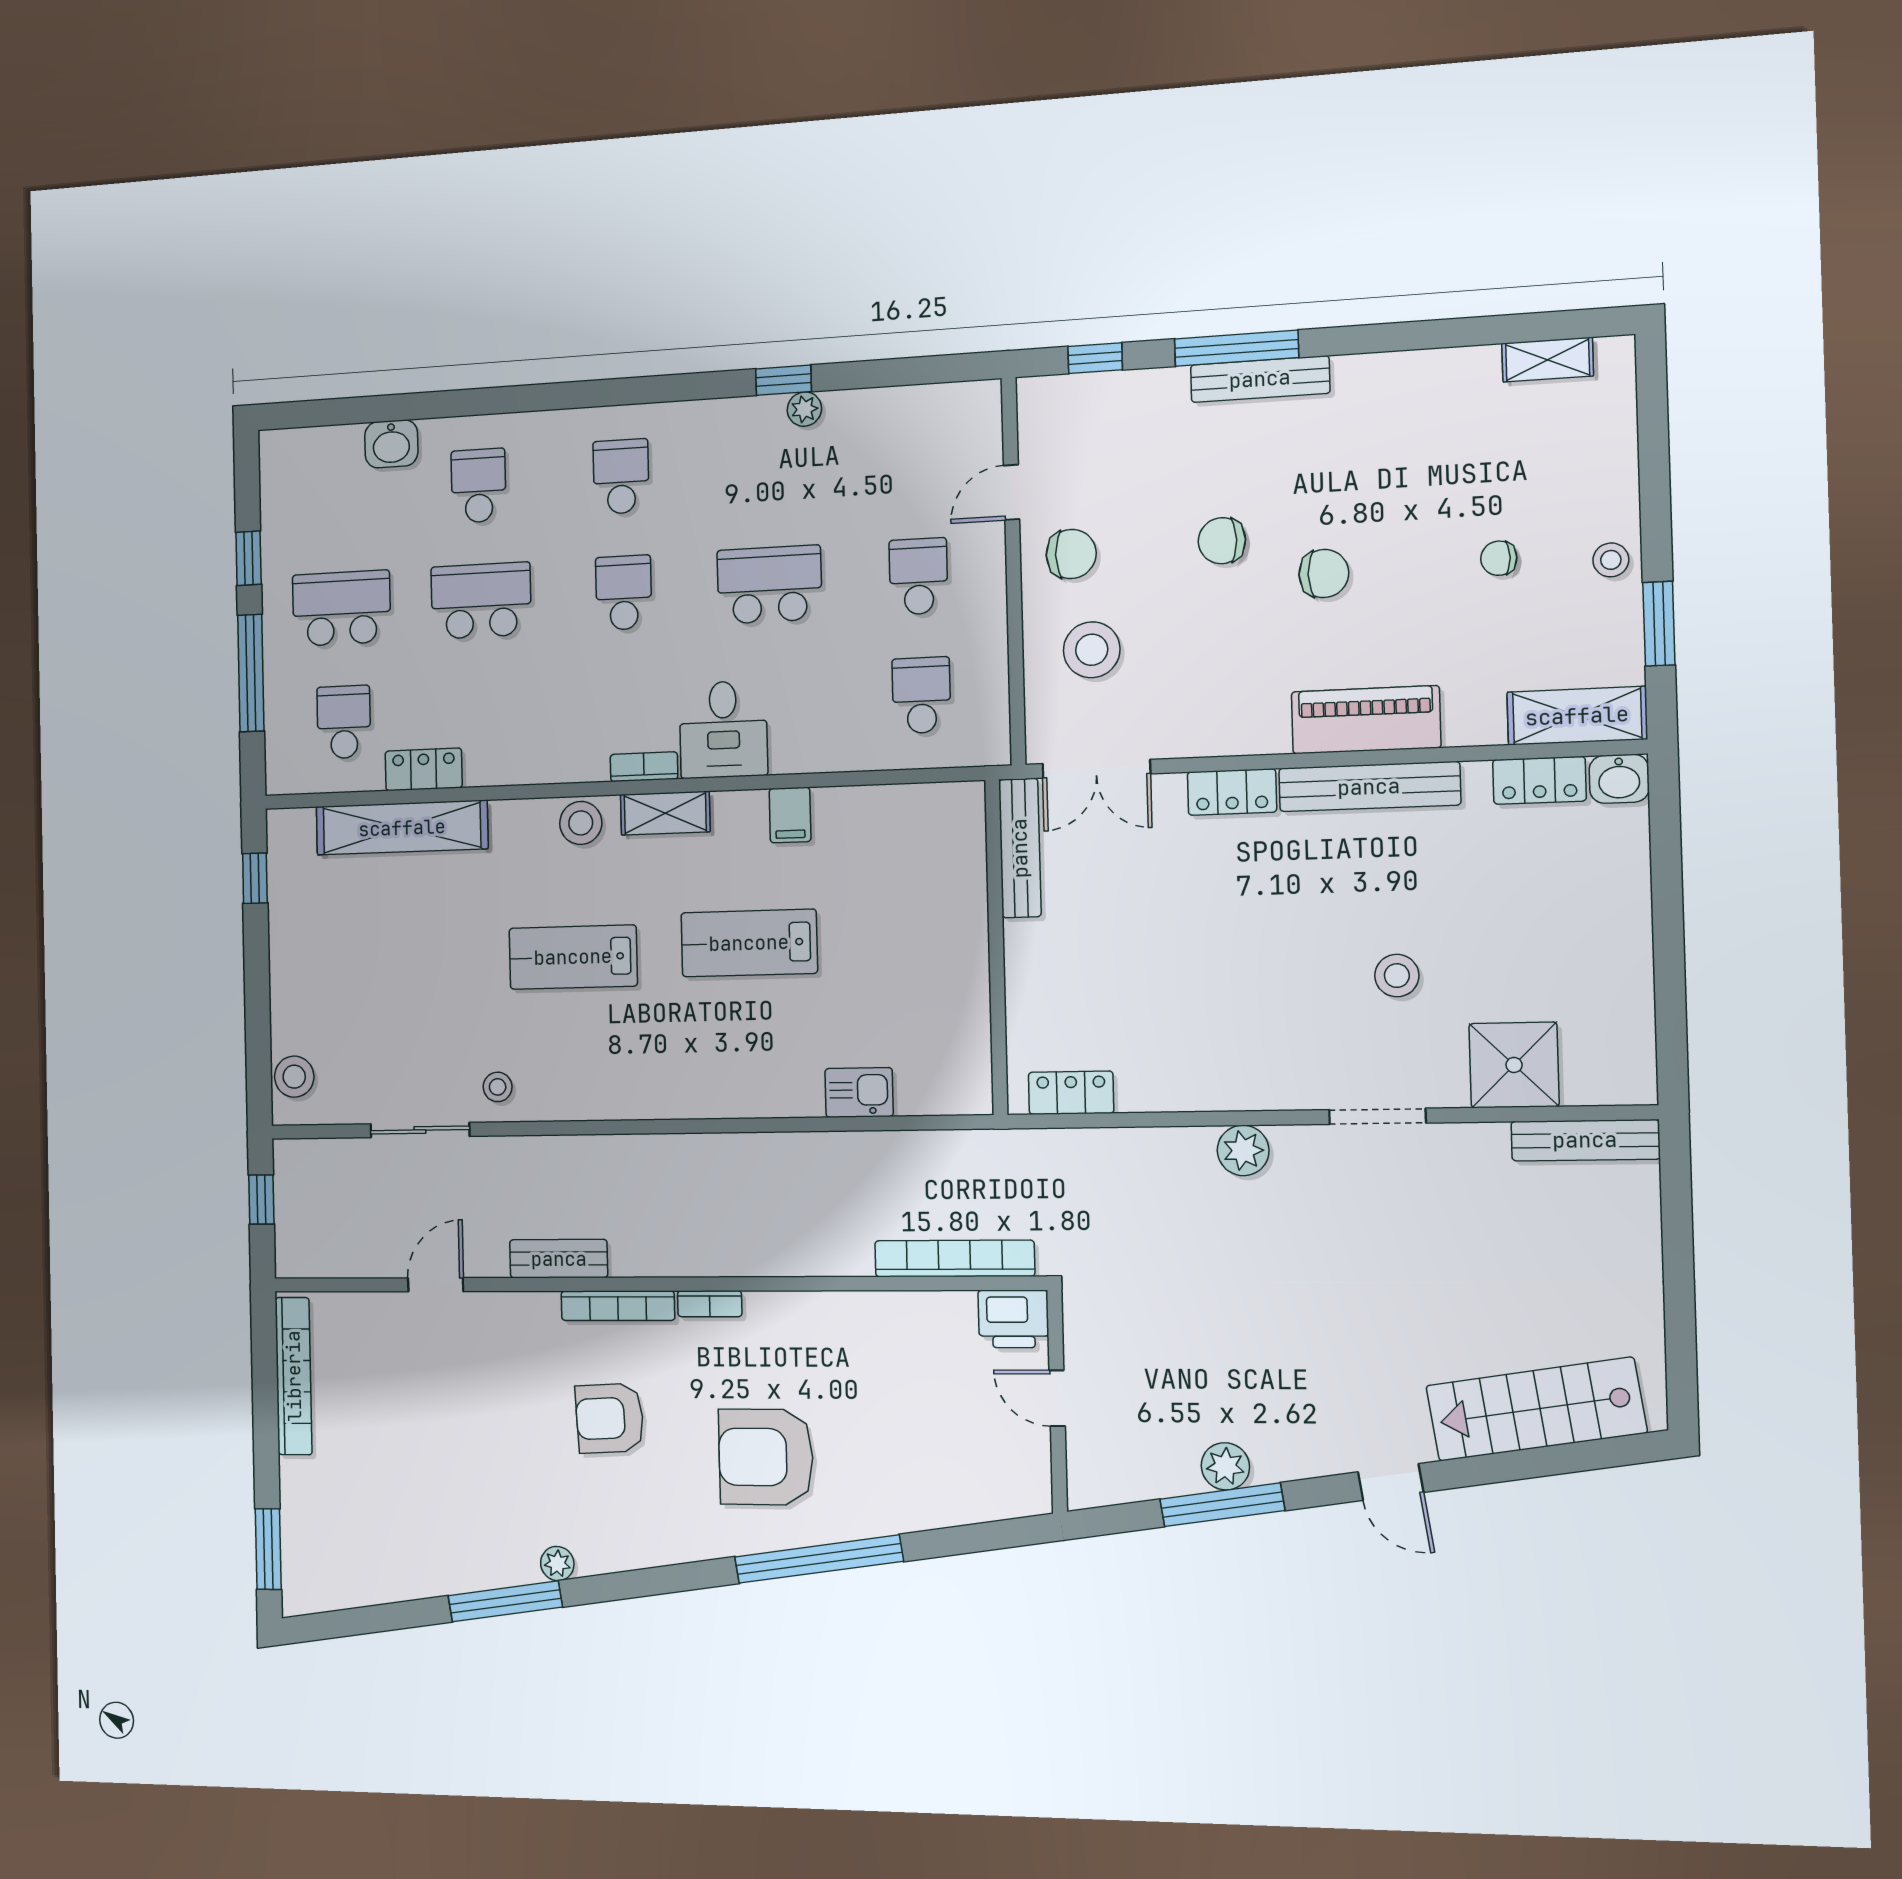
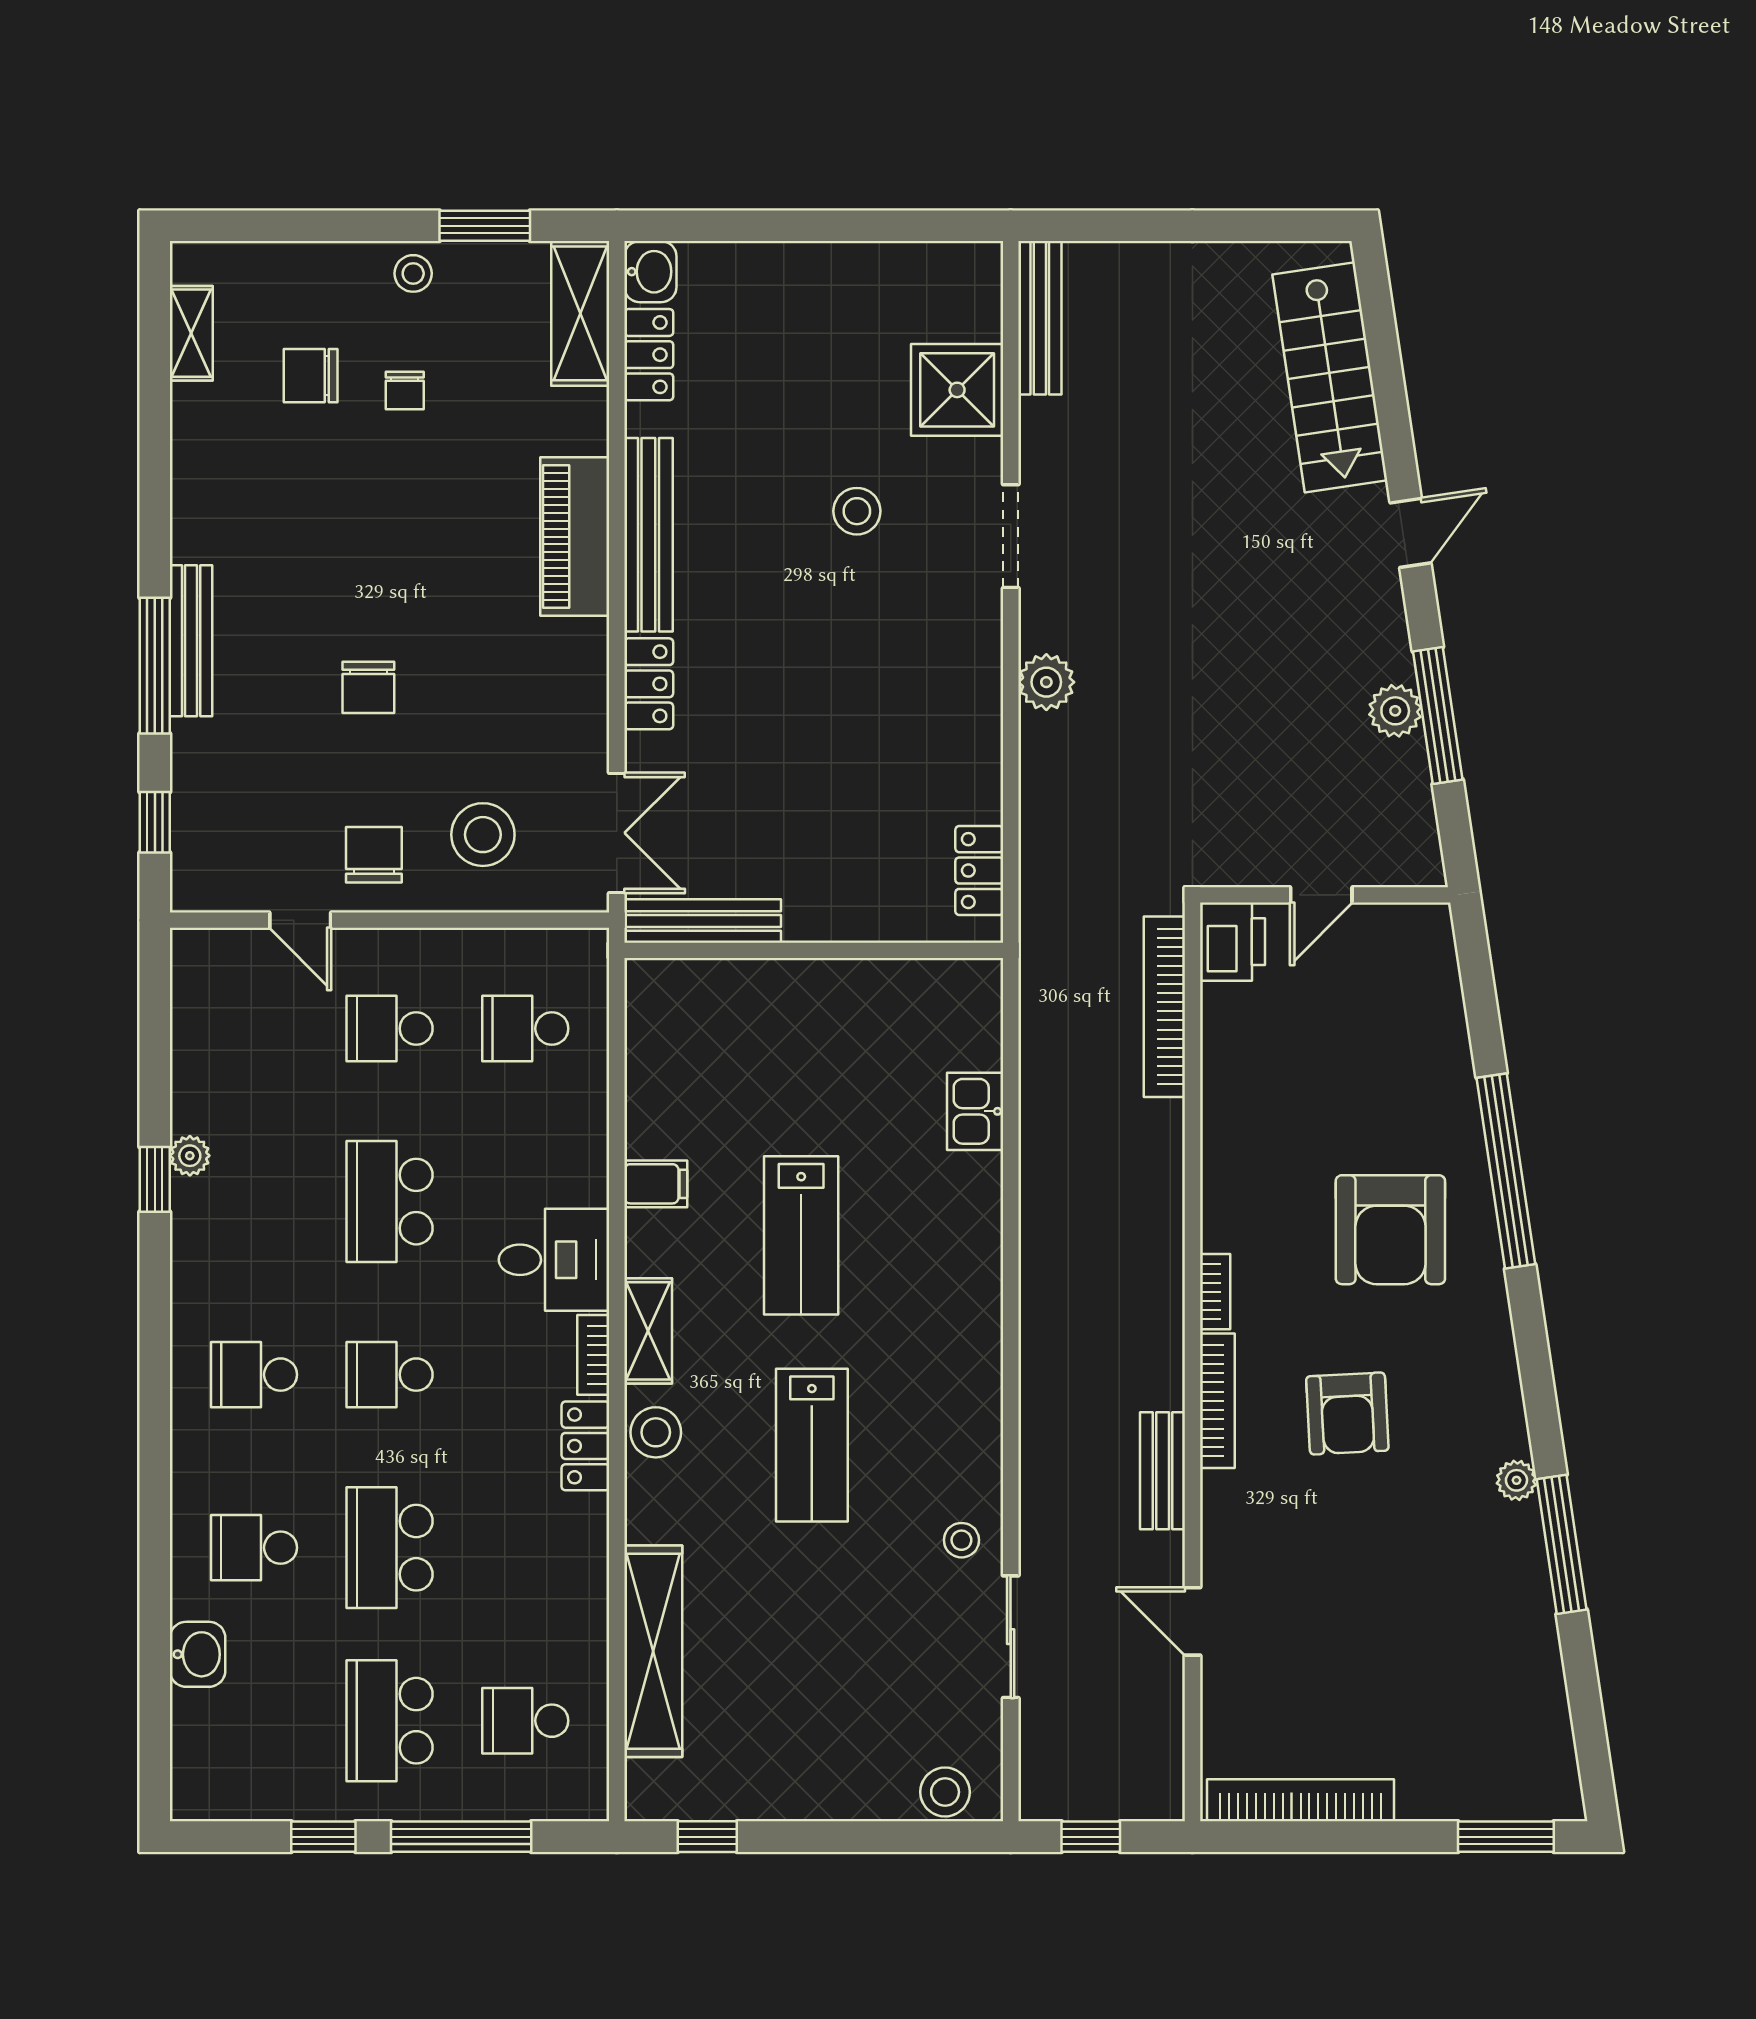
chair: (1324, 574) -> (311, 376), moved, turned -90
locker: (424, 769) -> (585, 1446), moved

